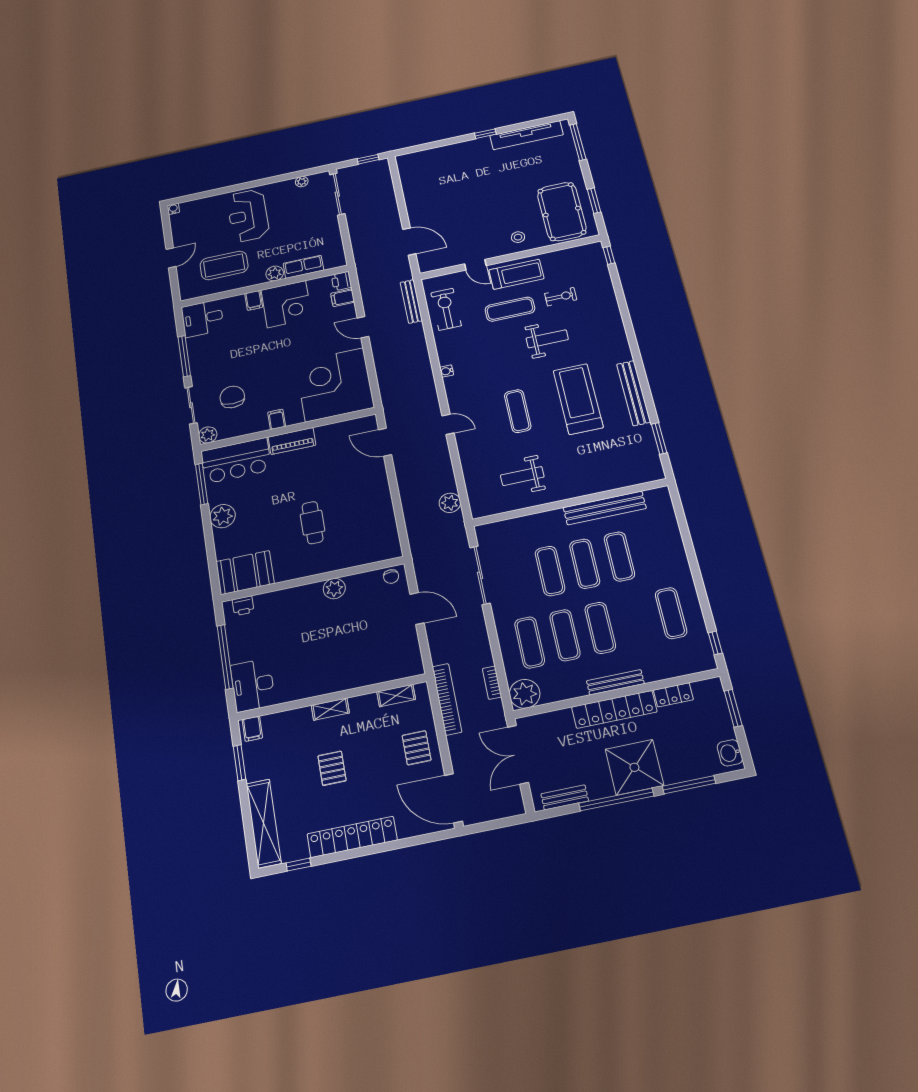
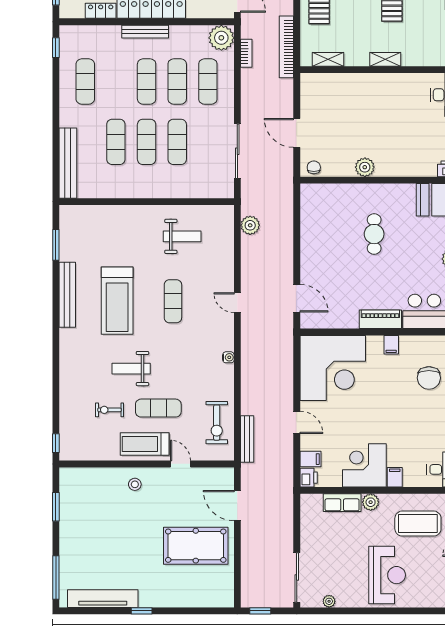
pool table: (562, 212) -> (196, 546), moved, turned 90
bench: (605, 508) -> (68, 163), moved, turned 90

